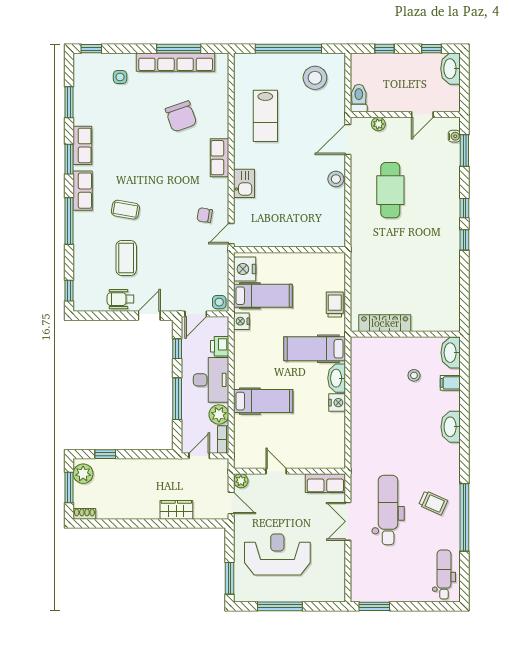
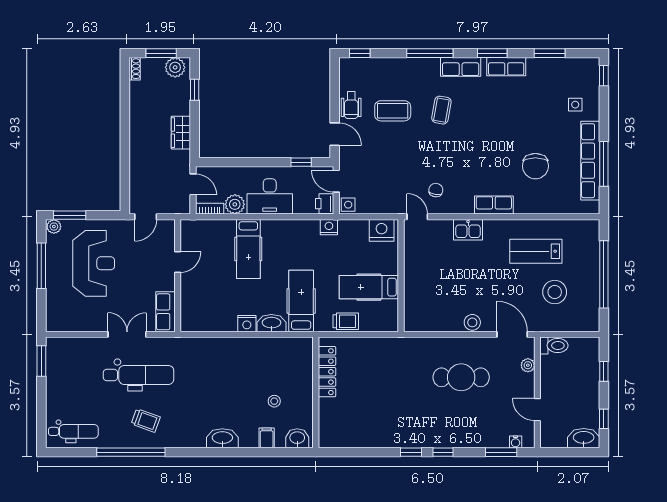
stool: (315, 78) -> (555, 292), moved
chair: (181, 116) -> (535, 166), turned -71
hospital bed: (263, 296) -> (369, 287), moved, turned 90
wheelchair: (121, 299) -> (351, 105), turned 180
printer: (220, 346) -> (325, 204), moved, turned -90
washbasin: (451, 353) -> (297, 438), width x0.72
window: (177, 399) -> (251, 162), removed
plant: (241, 481) -> (54, 227), moved
trolley: (433, 503) -> (146, 421), turned -94
wardrobe: (176, 510) -> (181, 133), moved, turned 180

